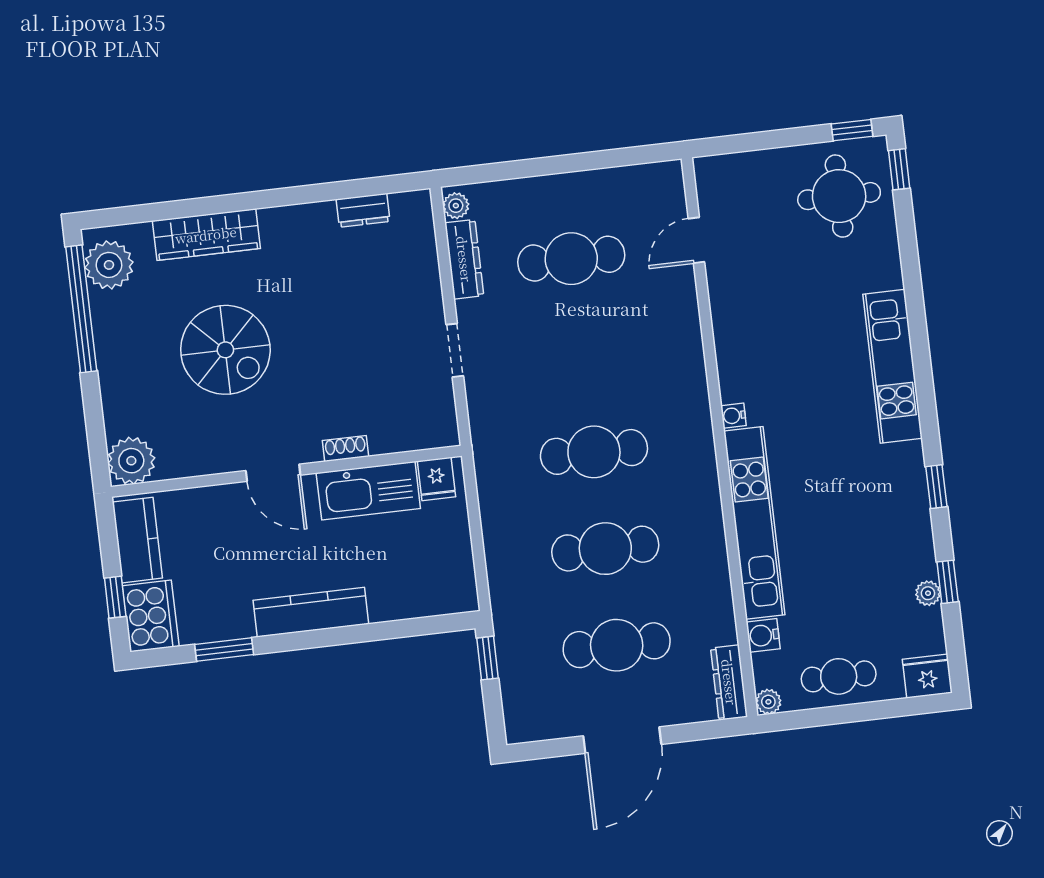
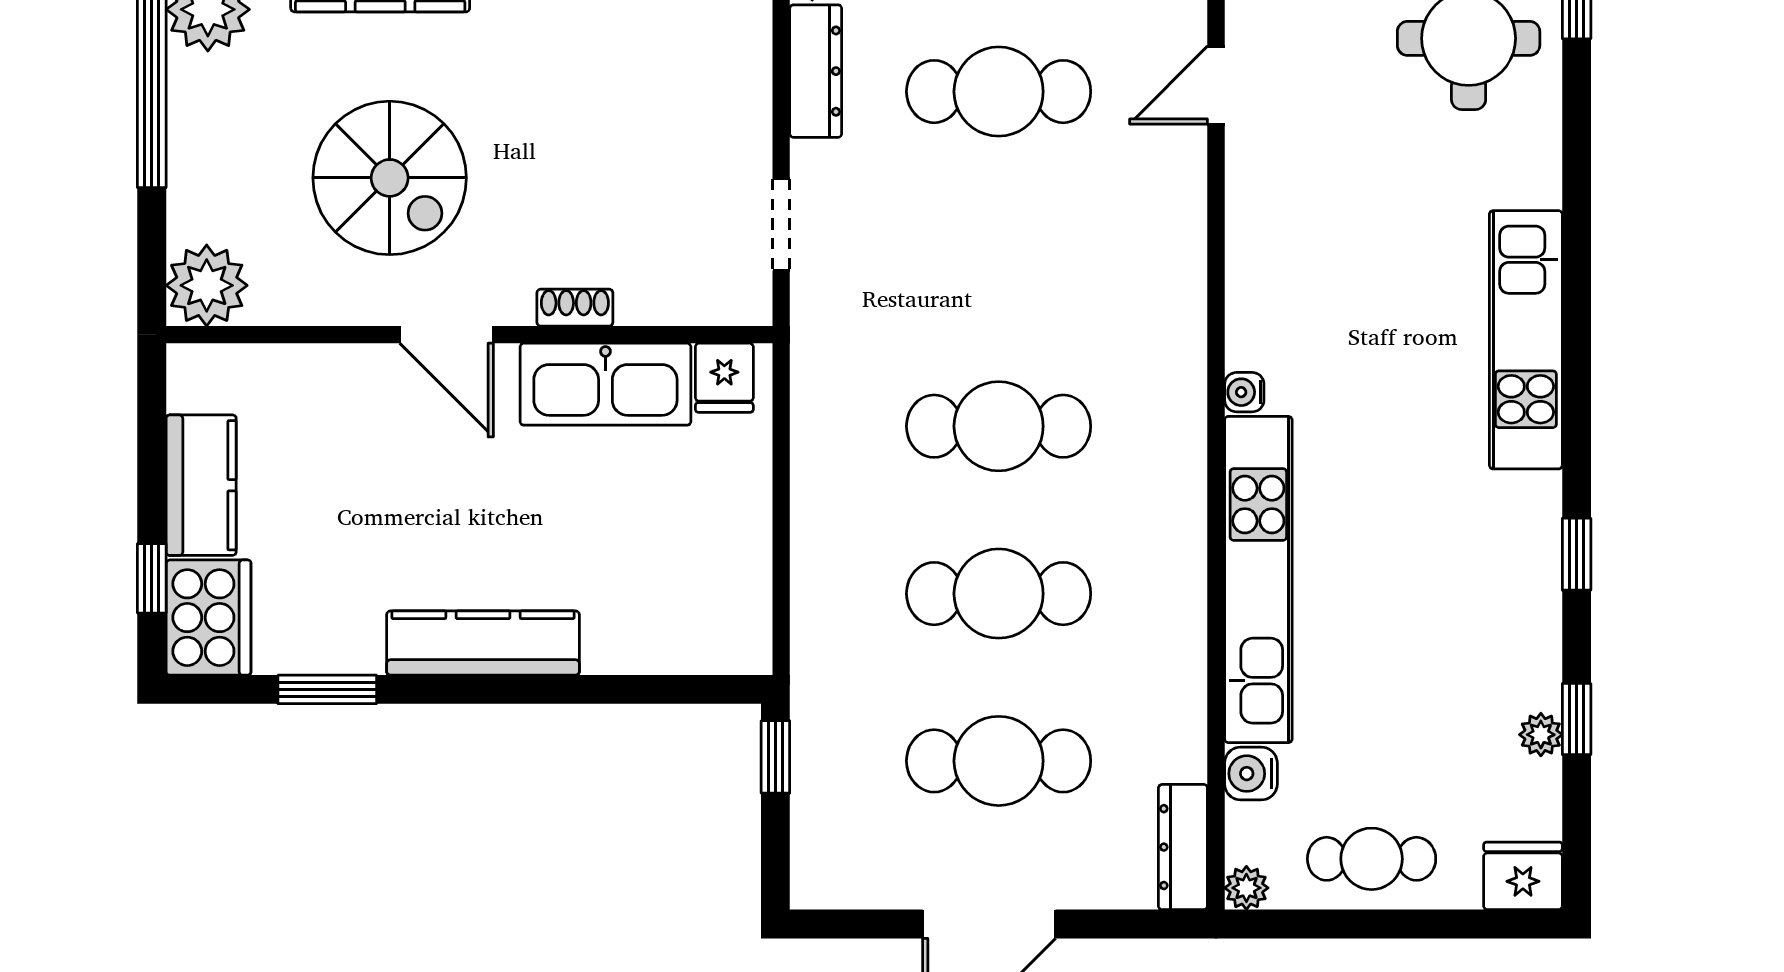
shoe rack: (345, 449) -> (575, 308), moved
plant: (131, 461) -> (207, 285), moved
wall: (286, 471) -> (469, 335), moved
door: (273, 473) -> (446, 335), moved
fridge: (437, 479) -> (724, 378), moved
kitchen sink: (368, 491) -> (605, 384), moved

